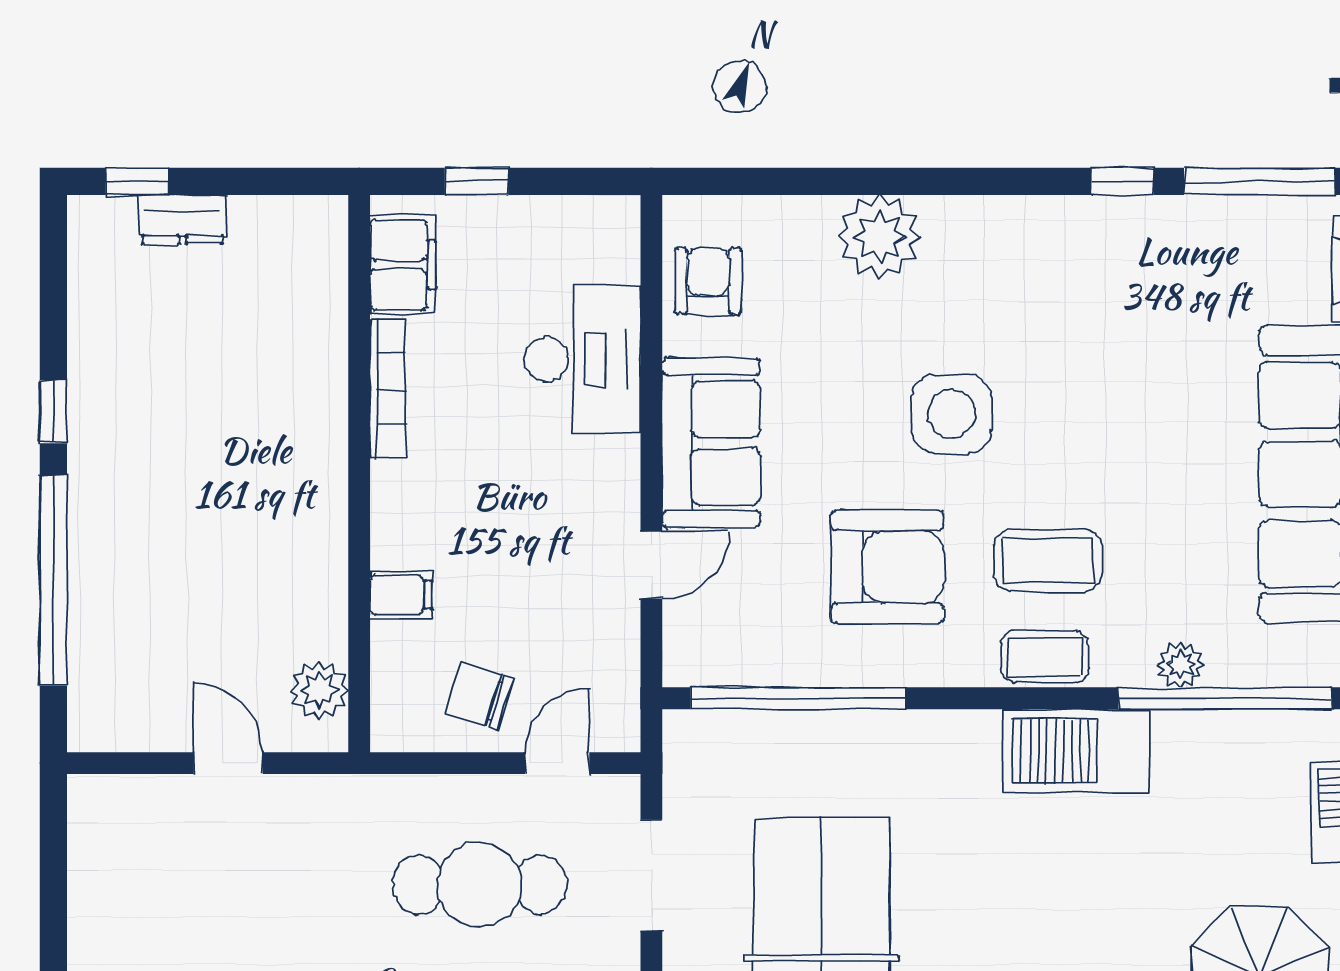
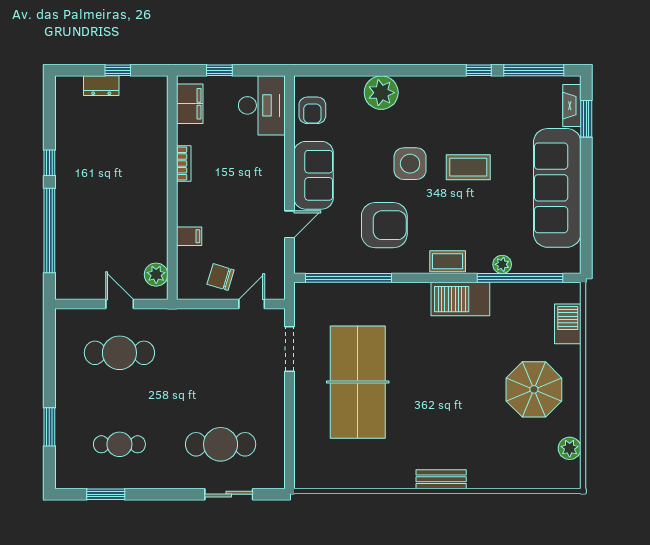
window: (137, 181) -> (118, 70), moved
armchair: (708, 281) -> (312, 110), turned 180
desk: (582, 359) -> (262, 105), moved
bookcase: (388, 388) -> (184, 163), width x0.64
coffee table: (1048, 560) -> (468, 167), moved
cafe table: (479, 885) -> (119, 353), moved

